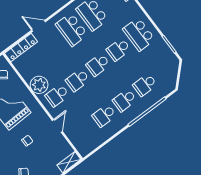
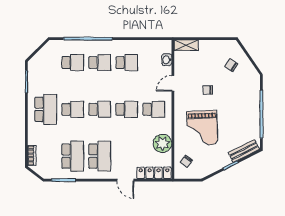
plant: (39, 85) -> (162, 143), moved
washbasin: (75, 140) -> (167, 60), added

